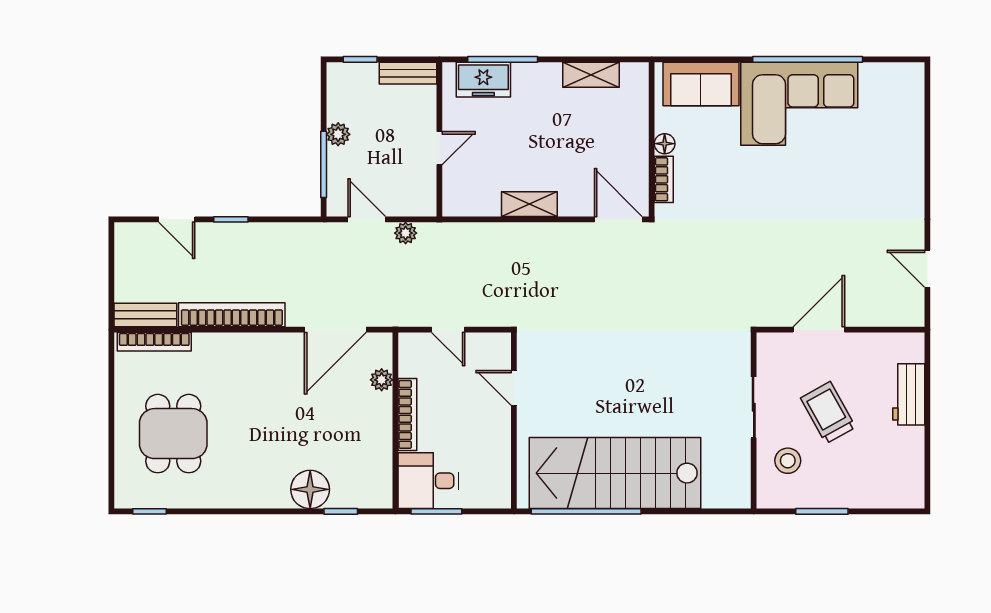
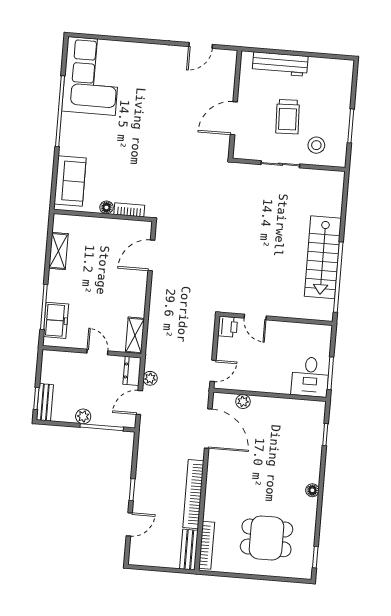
bench: (408, 73) -> (45, 402), moved
corner sofa: (799, 104) -> (92, 76), moved
dresser: (415, 204) -> (132, 371), added
shelving: (529, 204) -> (135, 335), moved
door: (618, 219) -> (151, 255), moved
door: (448, 330) -> (213, 371), moved
door: (819, 330) -> (234, 118), hinge flipped
printer: (496, 346) -> (228, 327), added
door: (514, 388) -> (255, 317), hinge flipped
workbench: (909, 394) -> (280, 64), width x1.38
trolley: (828, 413) -> (288, 117), turned -63
bookcase: (407, 414) -> (267, 387), removed
stairs: (615, 473) -> (323, 257), width x0.73, depth x0.66
floor lamp: (310, 489) -> (312, 490), moved, width x0.53, depth x0.53

